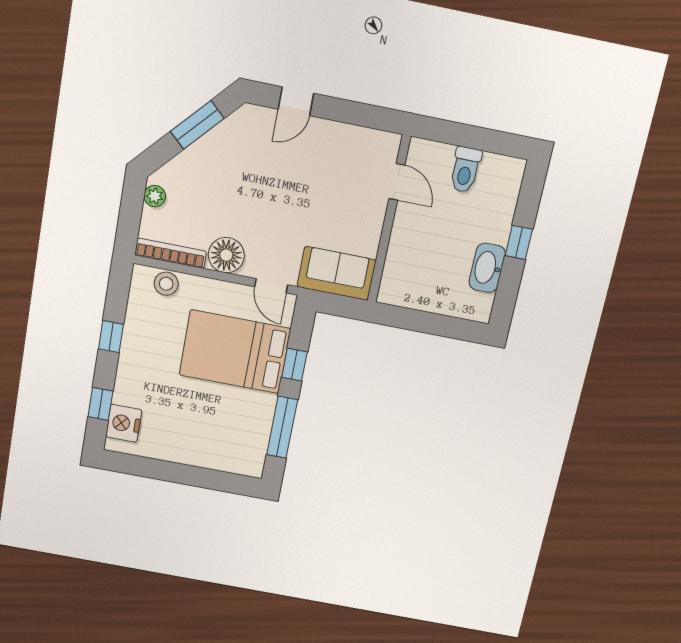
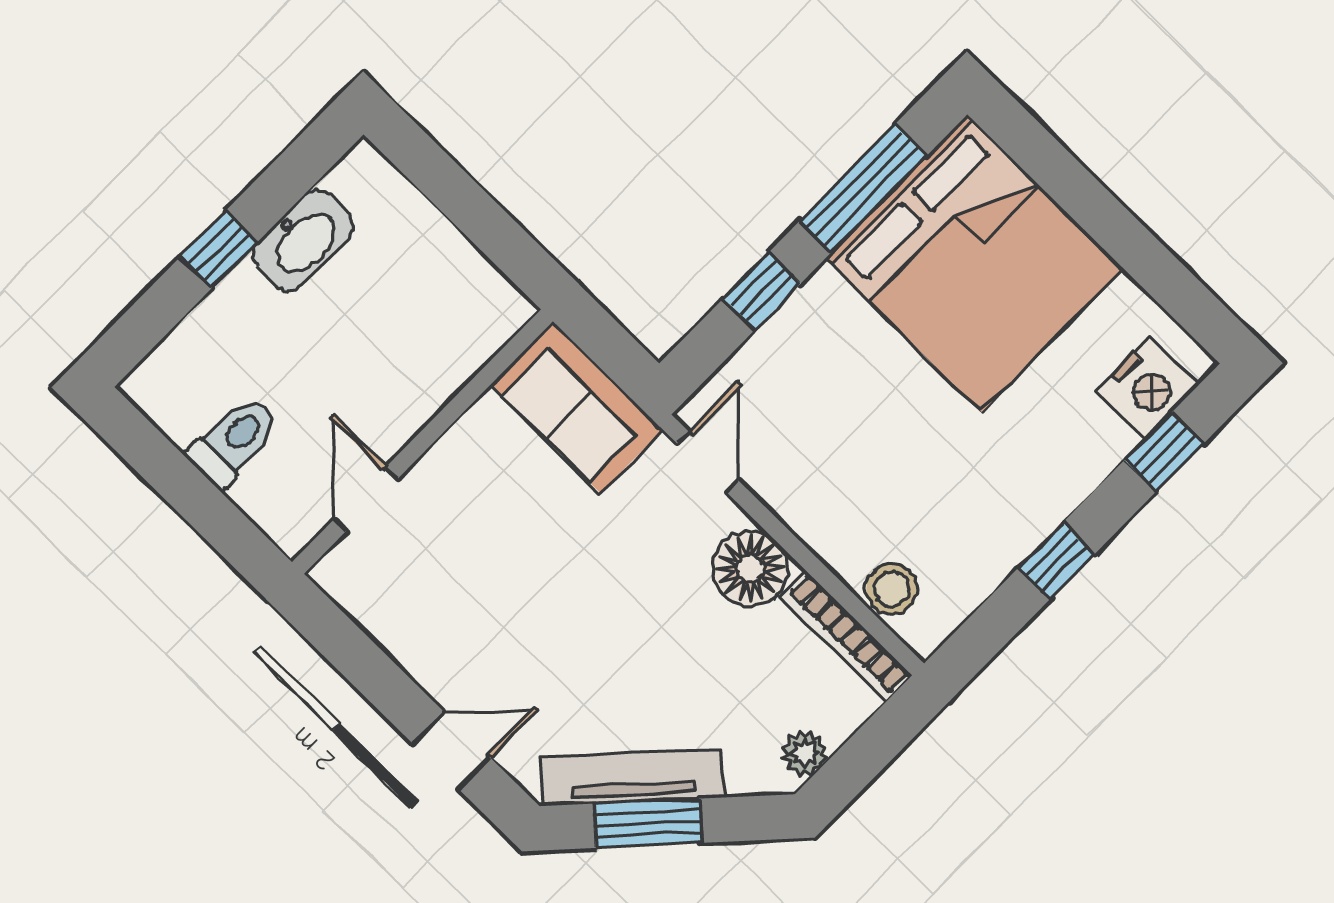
tv unit: (216, 140) -> (633, 777), added
bed: (235, 352) -> (974, 263), moved, width x1.36

